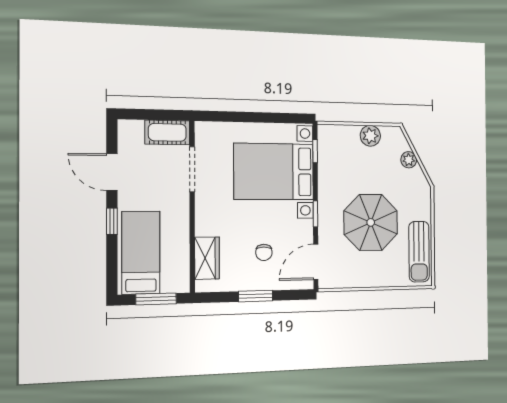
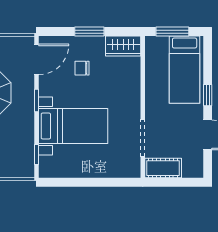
bed with nightstands: (274, 172) -> (73, 126), width x0.73
chair: (264, 252) -> (82, 68), turned -90
wardrobe: (207, 258) -> (123, 46), moved, turned -90

